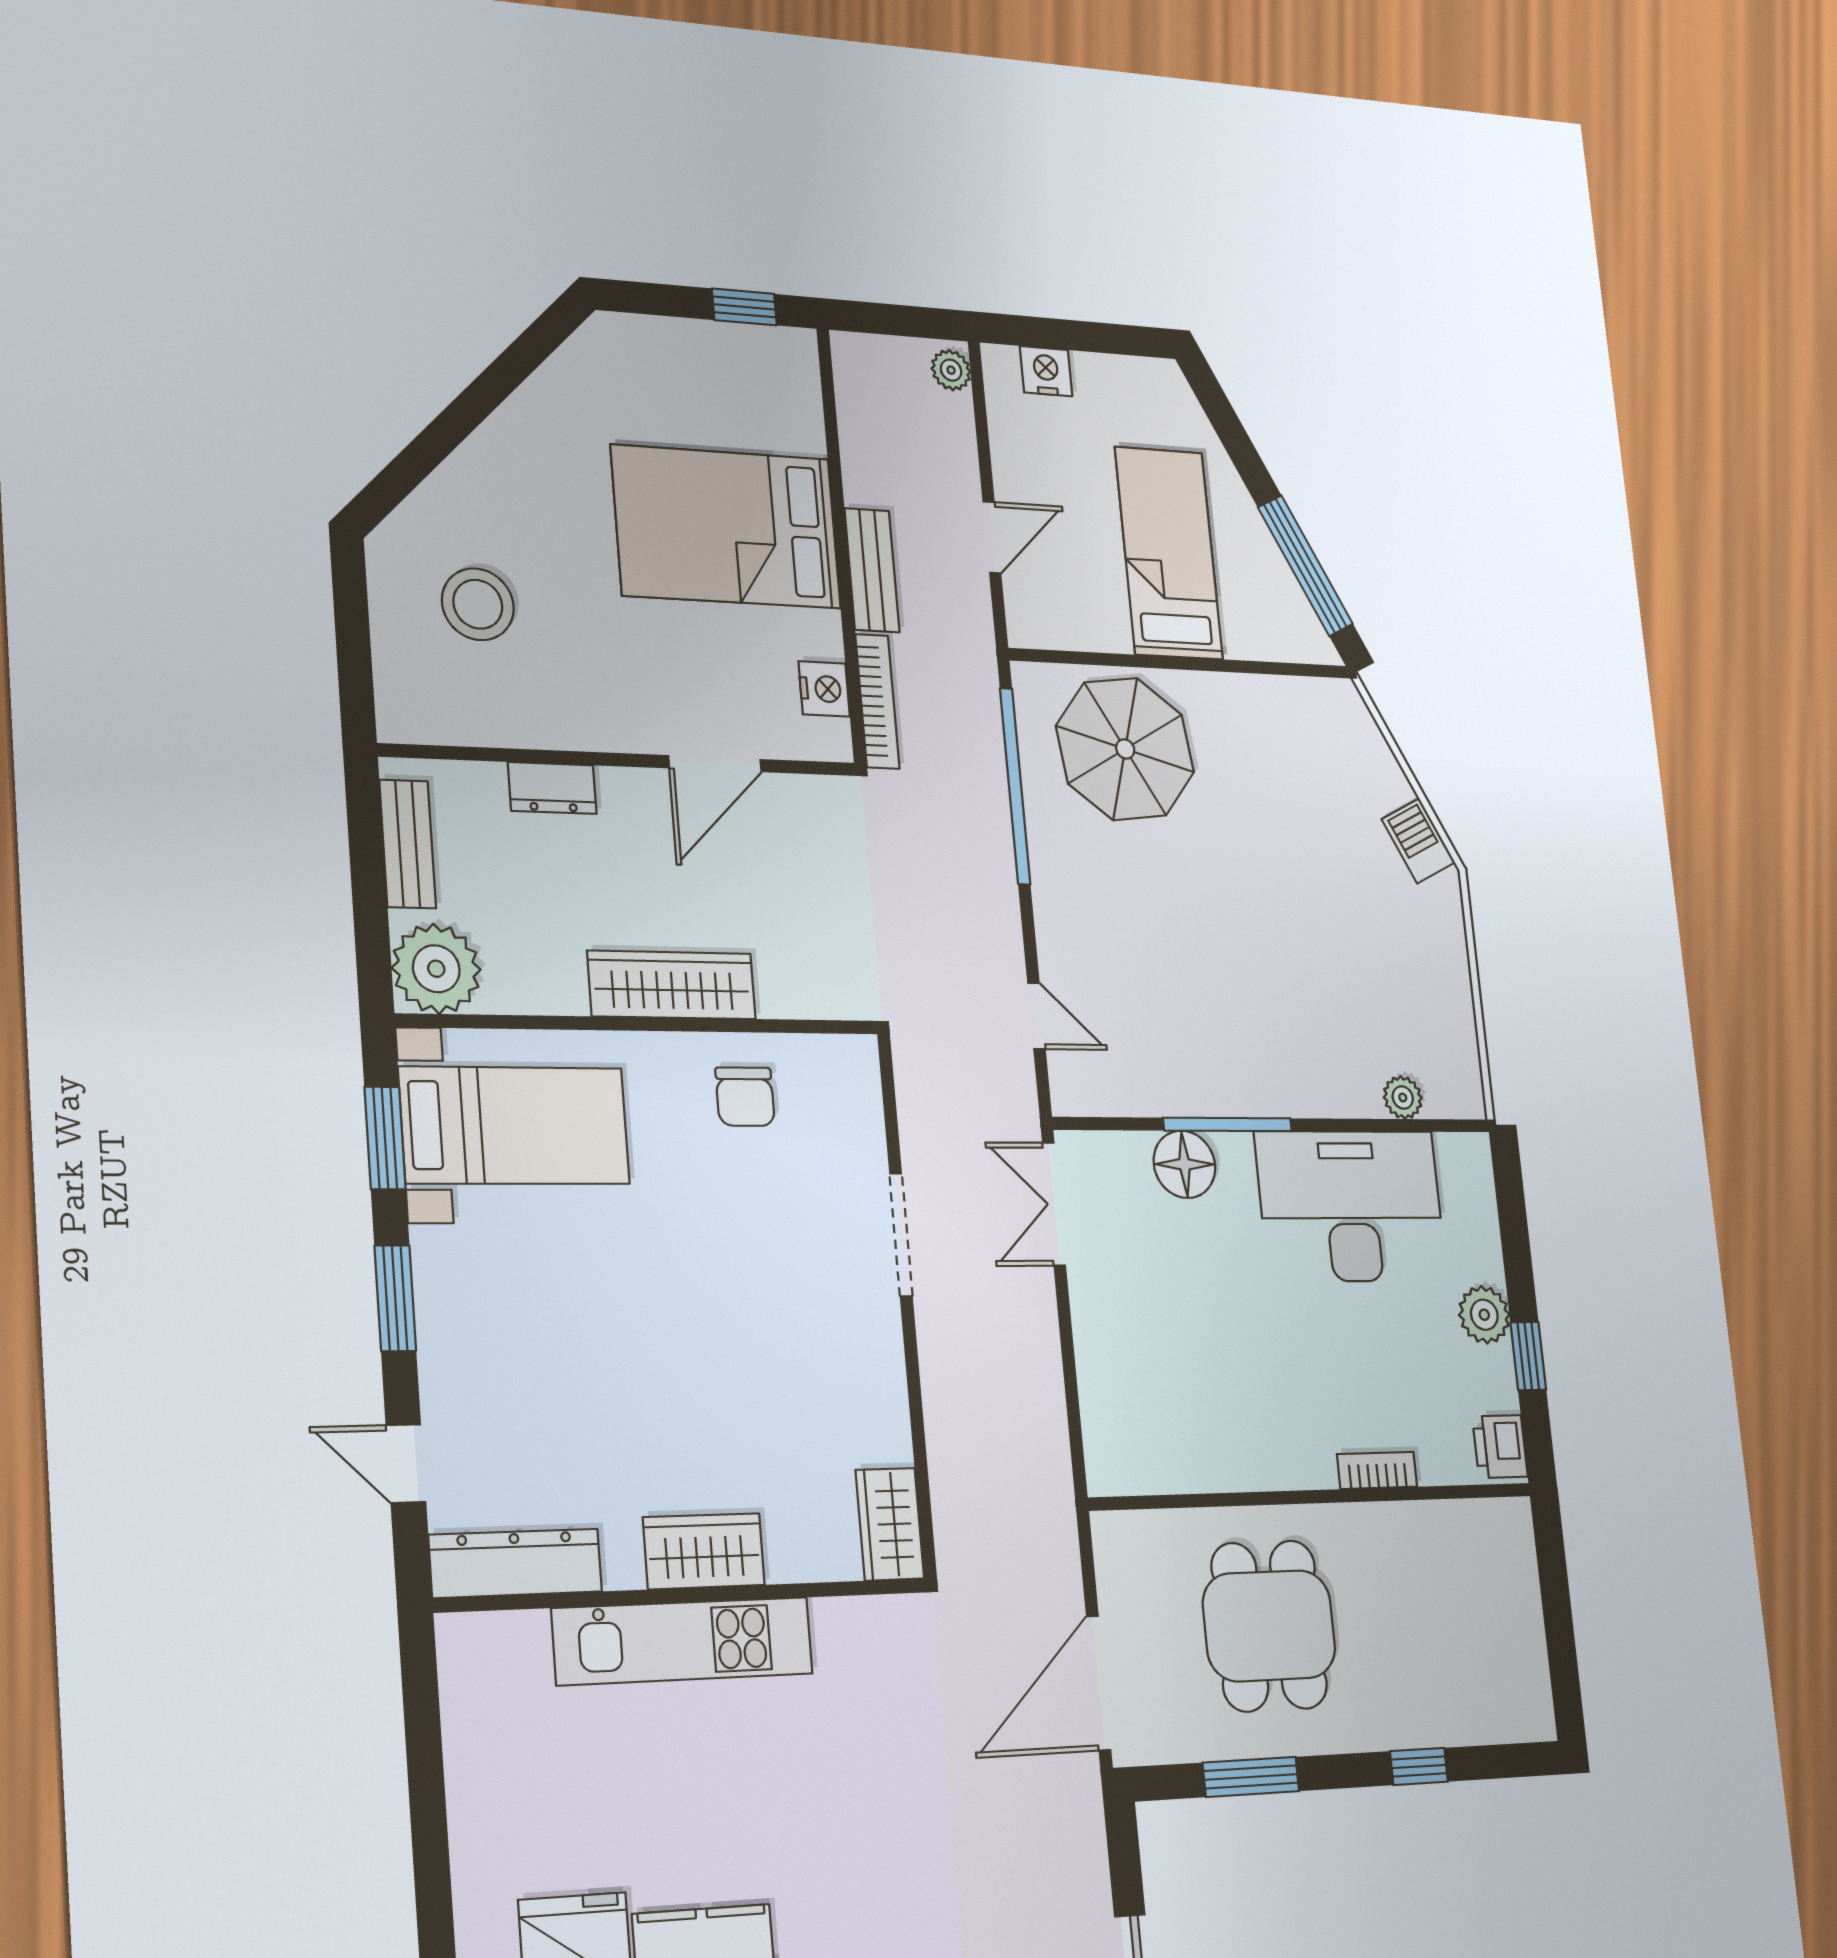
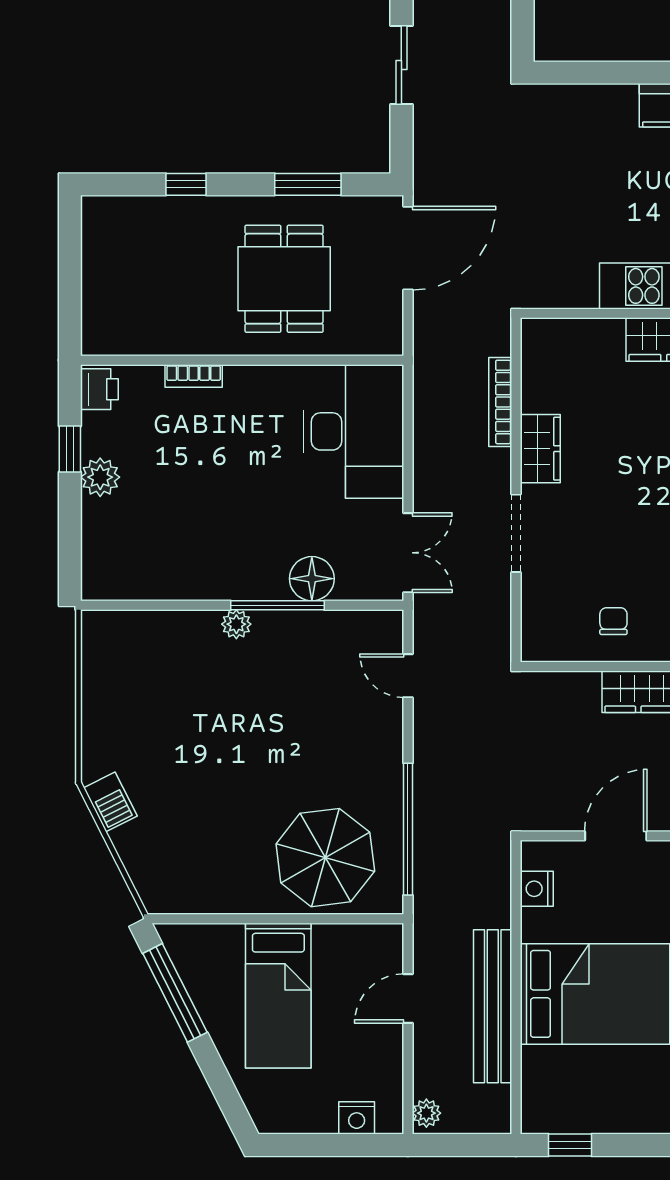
bench: (872, 570) -> (493, 1006), width x1.86, depth x1.21
bookcase: (877, 701) -> (500, 402), moved
chair: (745, 1097) -> (613, 621), width x0.73, depth x0.73
plant: (1403, 1098) -> (236, 624), moved
desk: (1351, 1206) -> (354, 431), moved, turned -90
wardrobe: (890, 1524) -> (540, 449), moved

